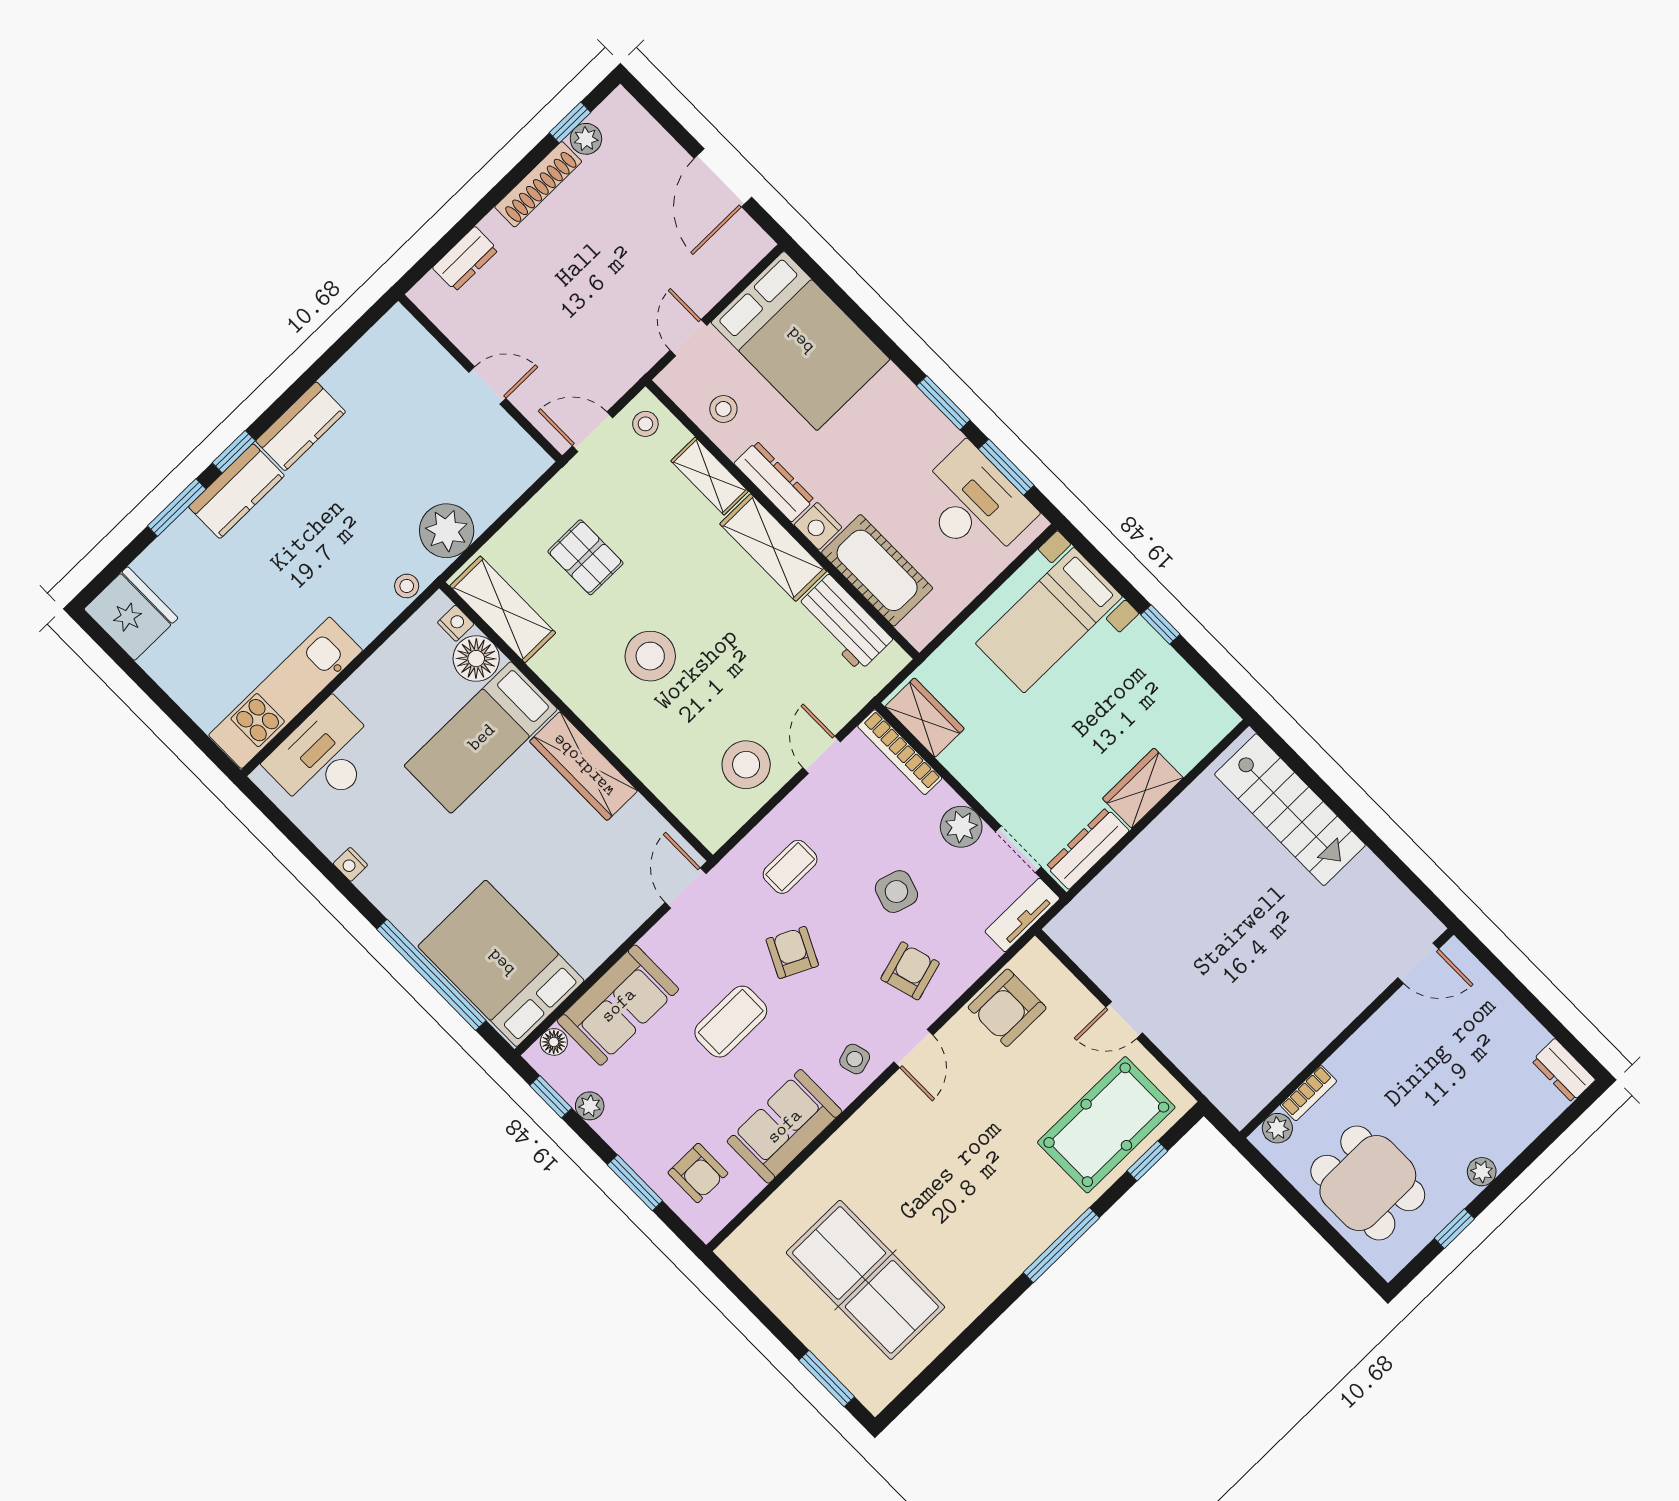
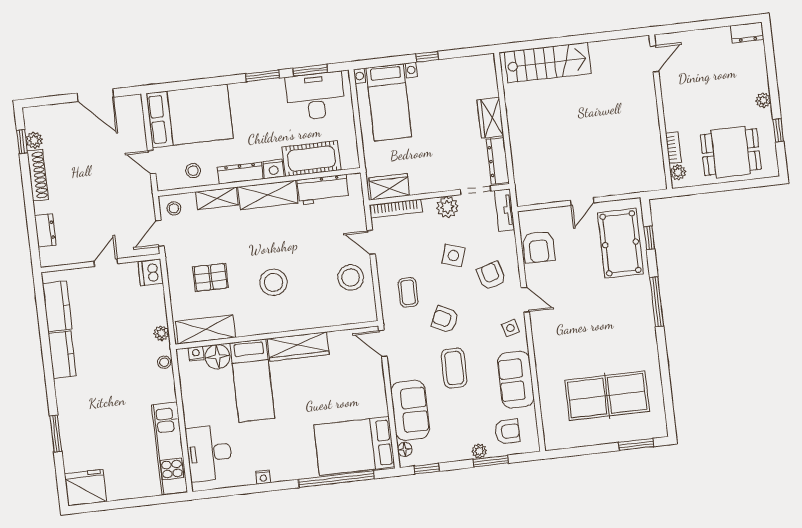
window: (234, 452) -> (51, 391), removed
dishwasher: (524, 463) -> (151, 273), added
kitchen counter: (236, 491) -> (57, 306), moved
plant: (447, 531) -> (161, 333), width x0.53, depth x0.53
plant: (590, 1106) -> (479, 451), moved

